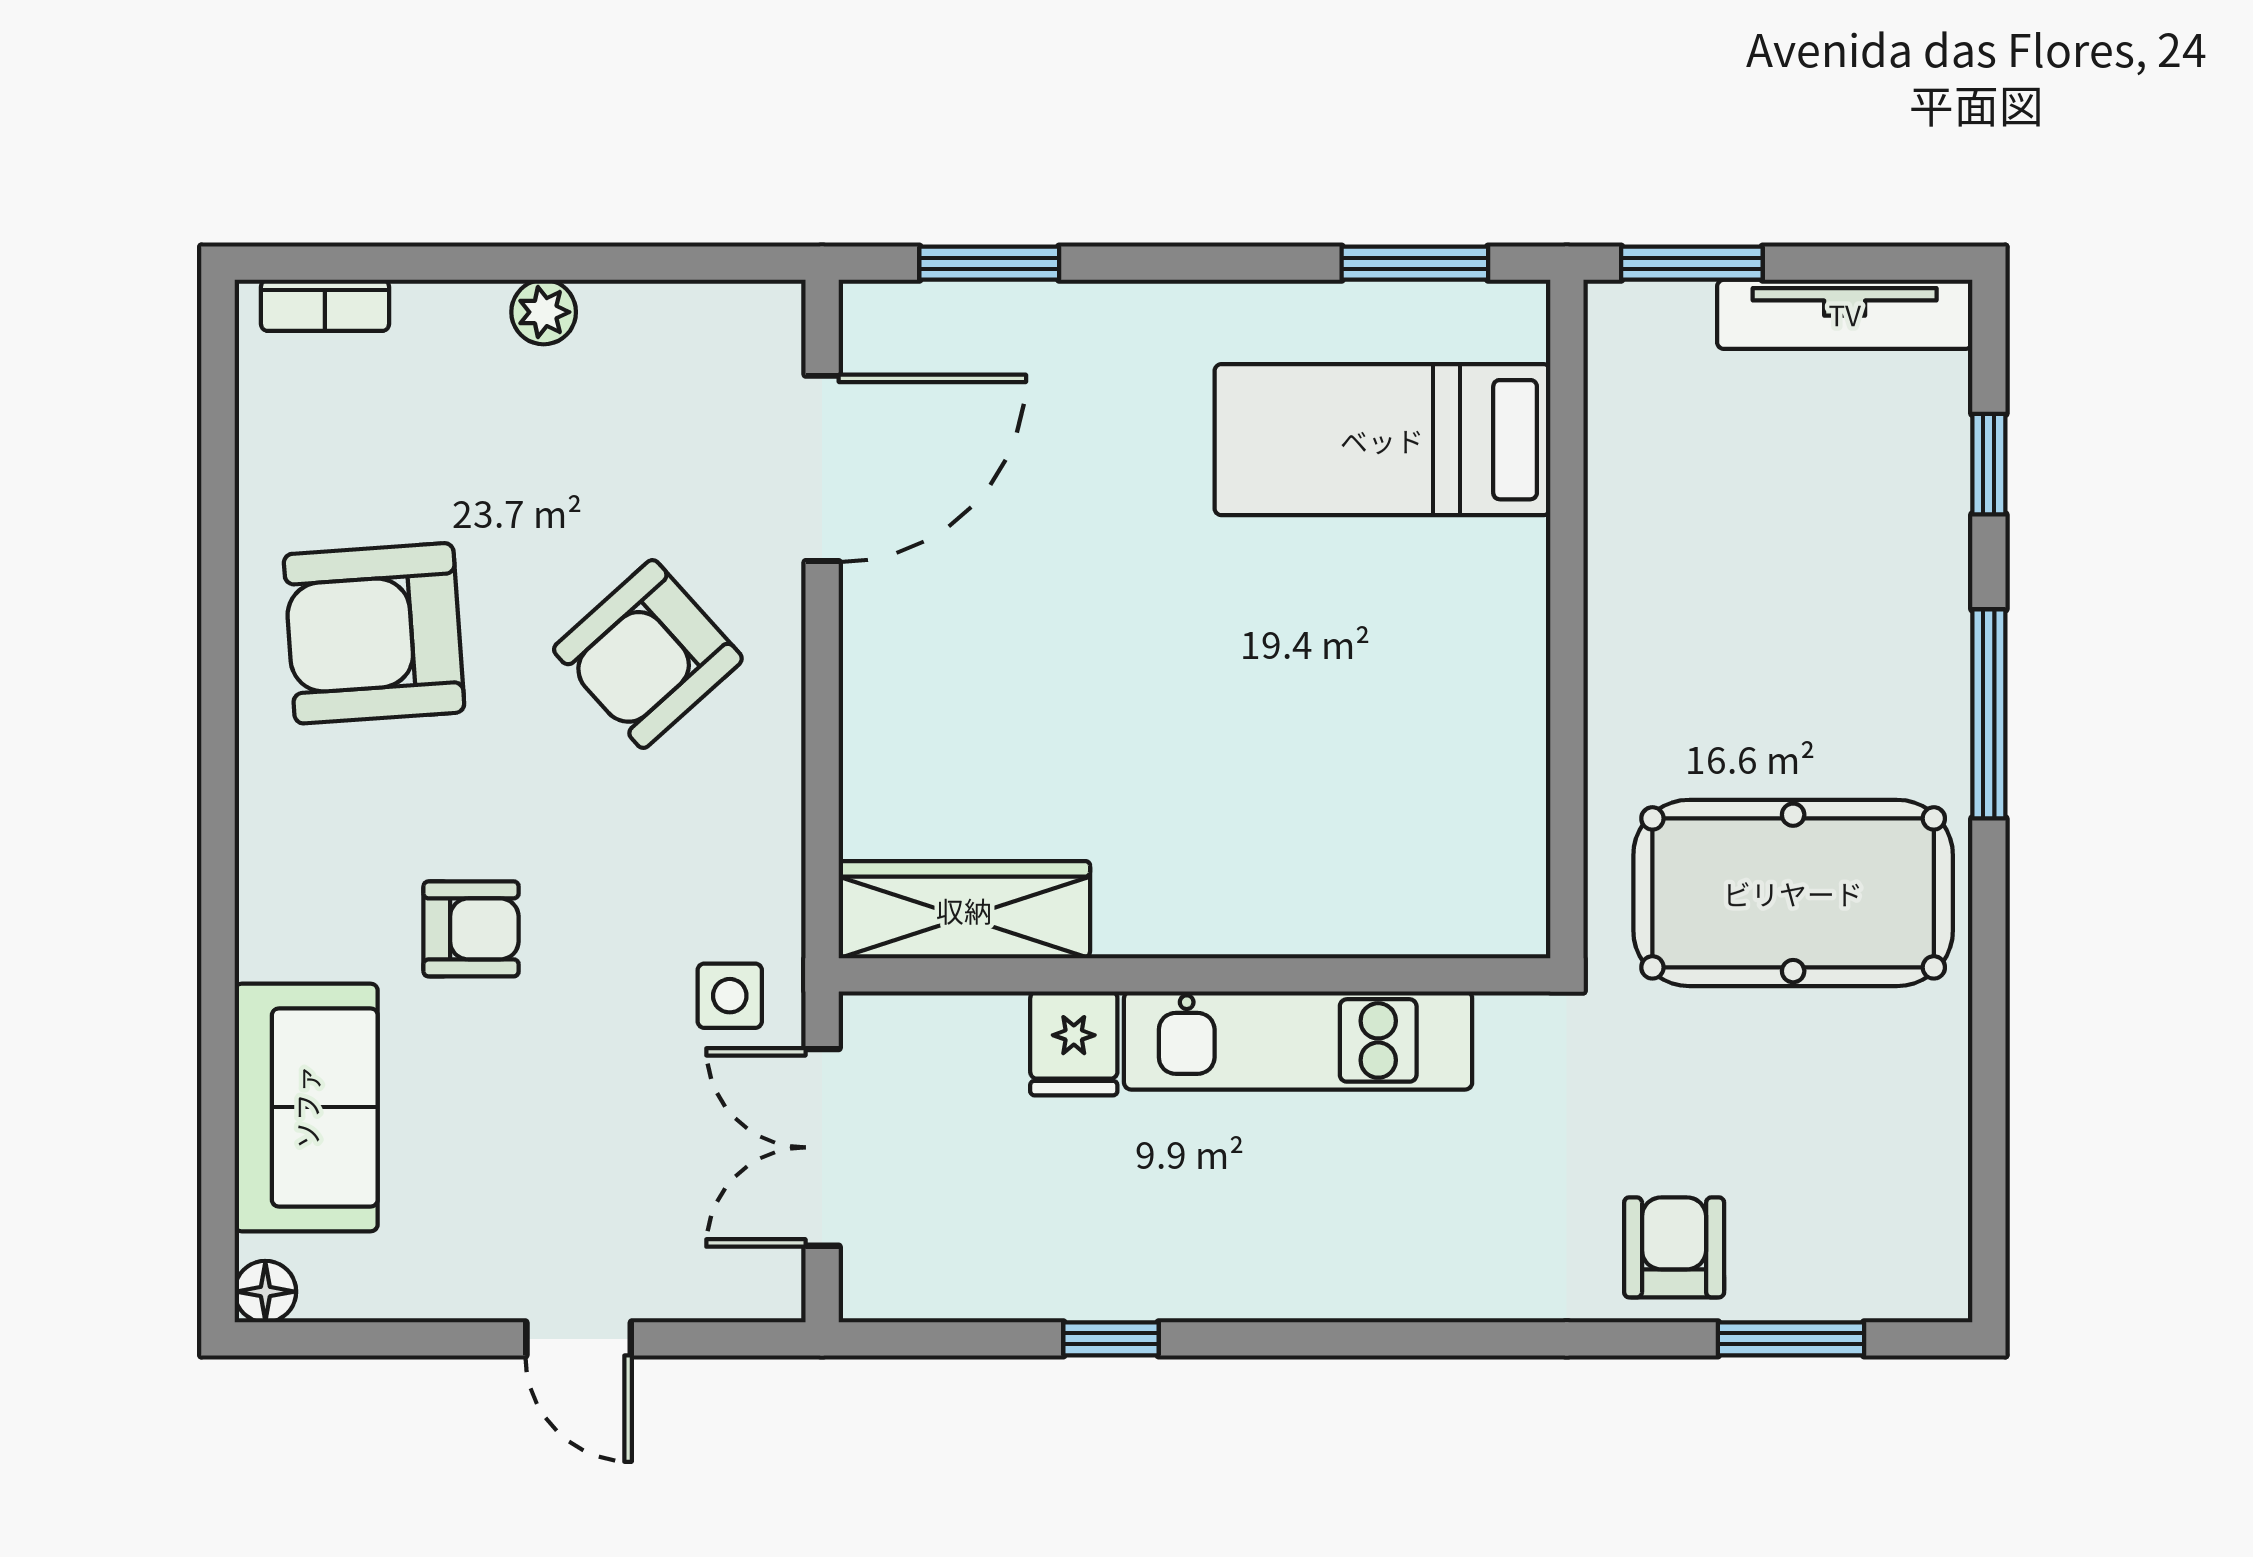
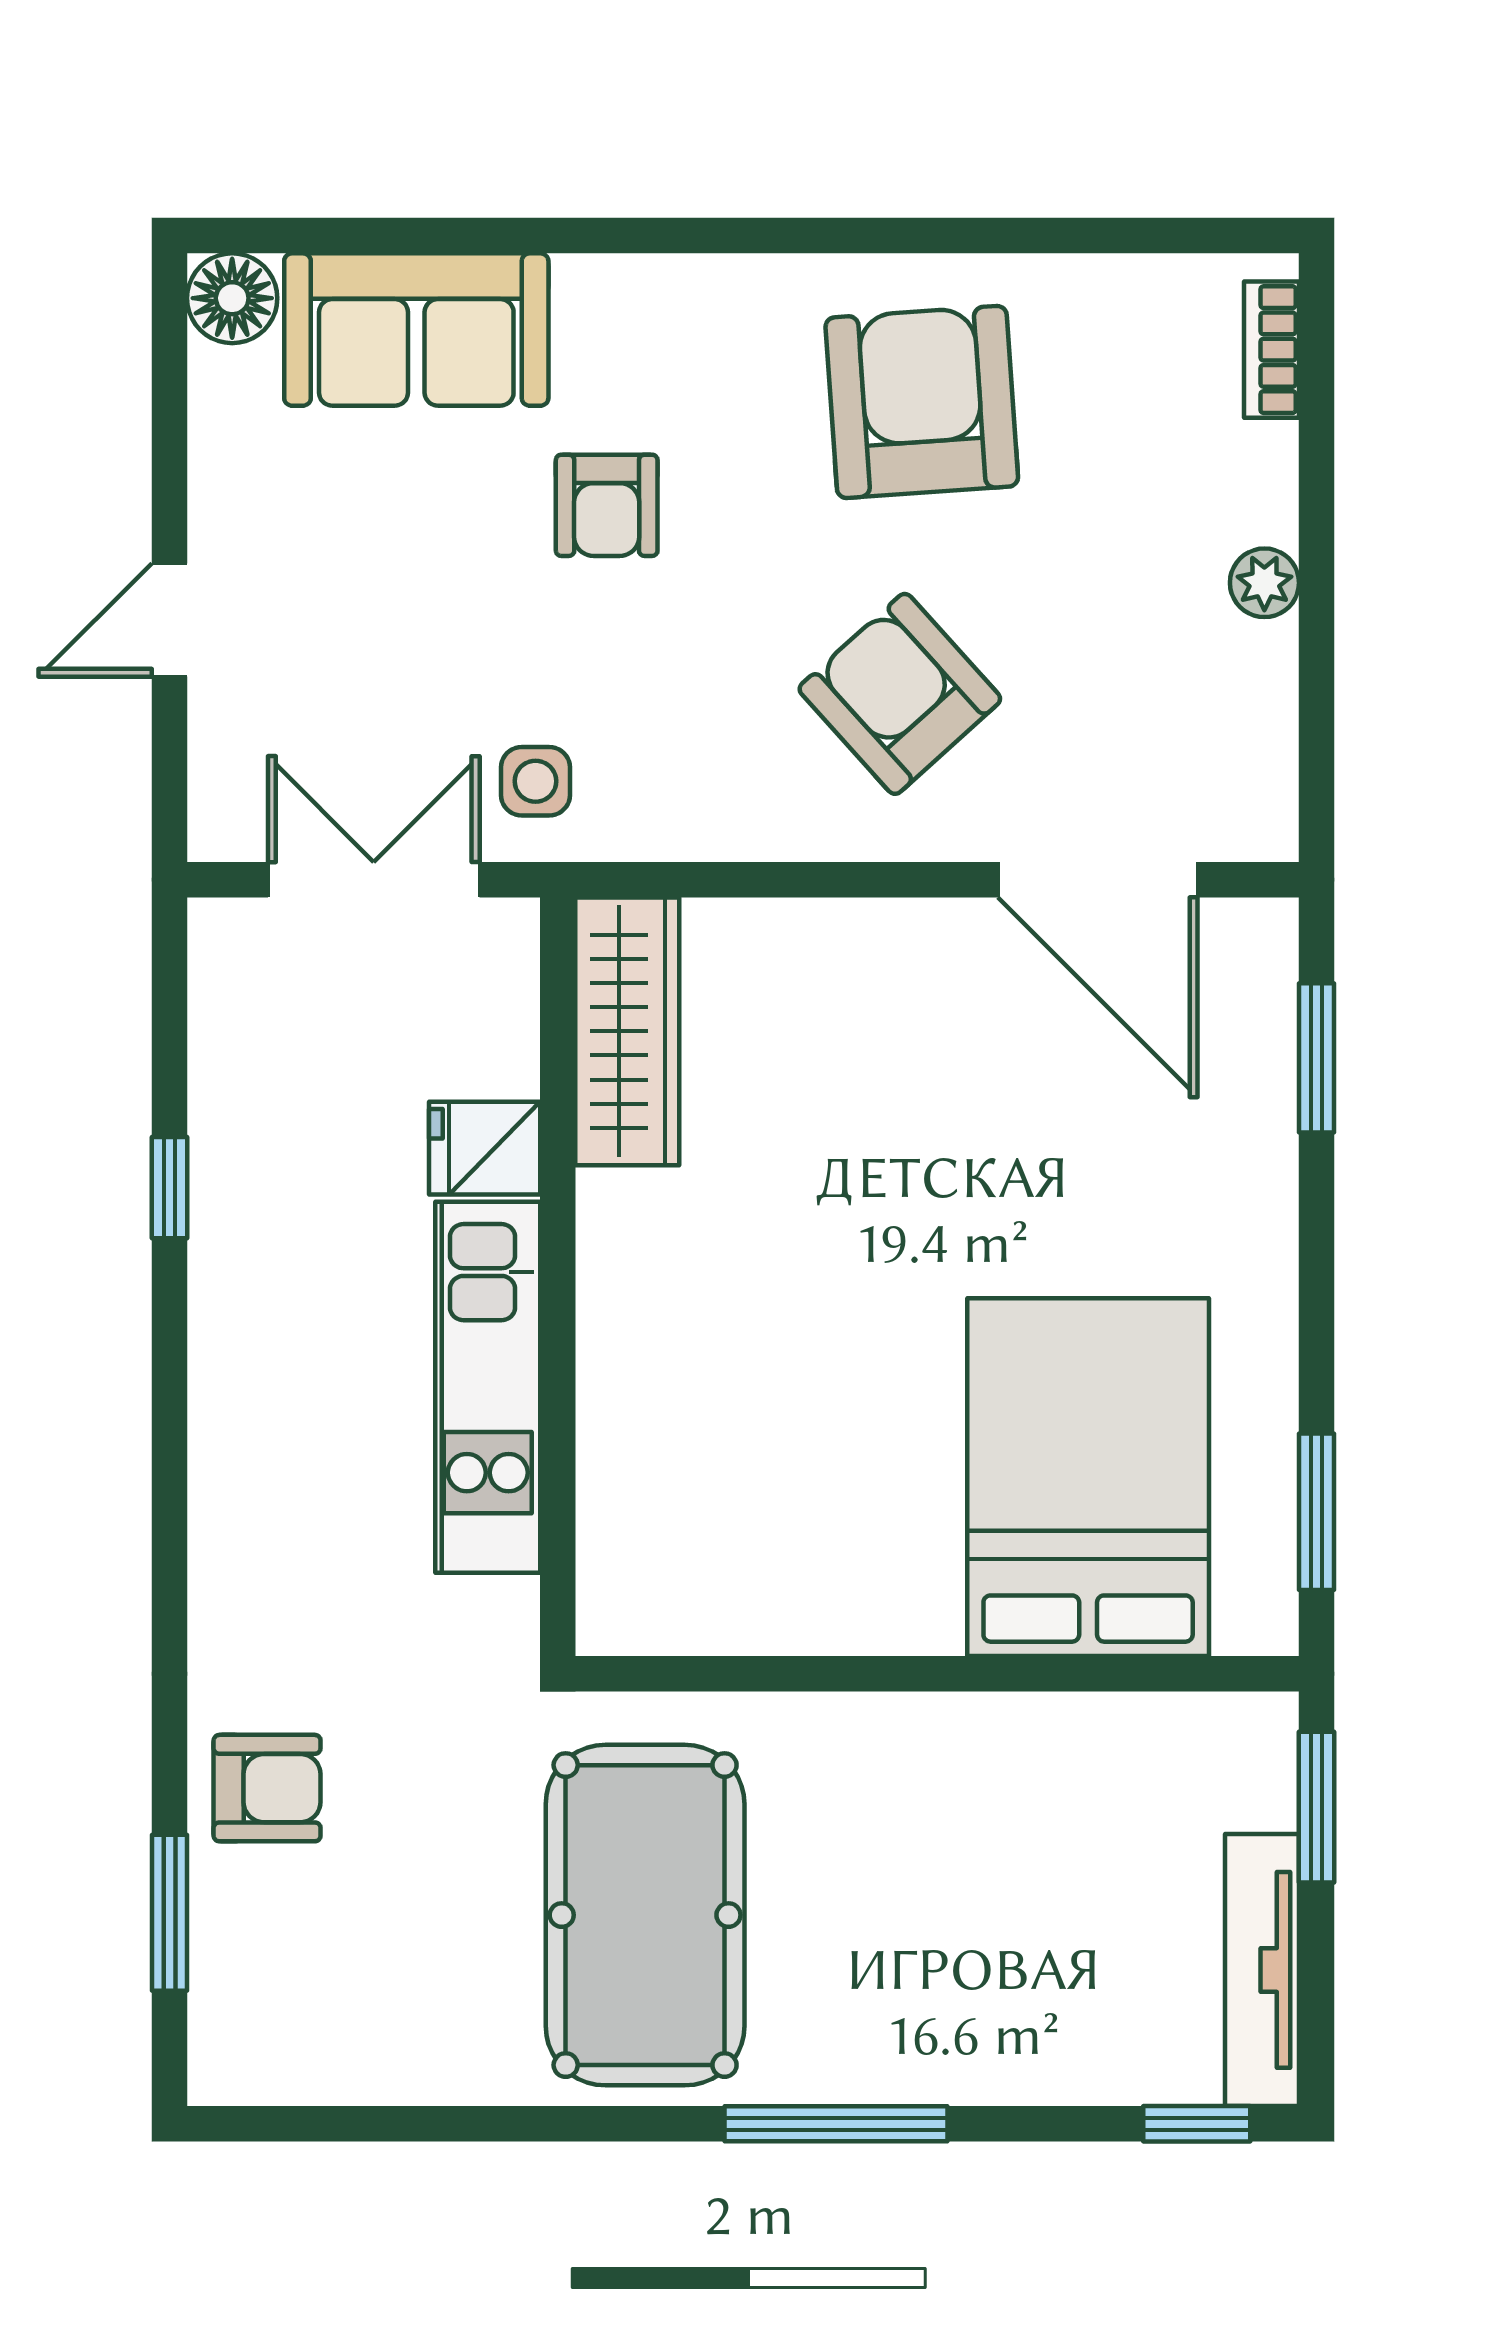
bed: (1382, 440) -> (1088, 1477), width x1.50
window: (1989, 464) -> (1197, 2124), moved
floor lamp: (265, 1292) -> (232, 298), width x1.37, depth x1.37

